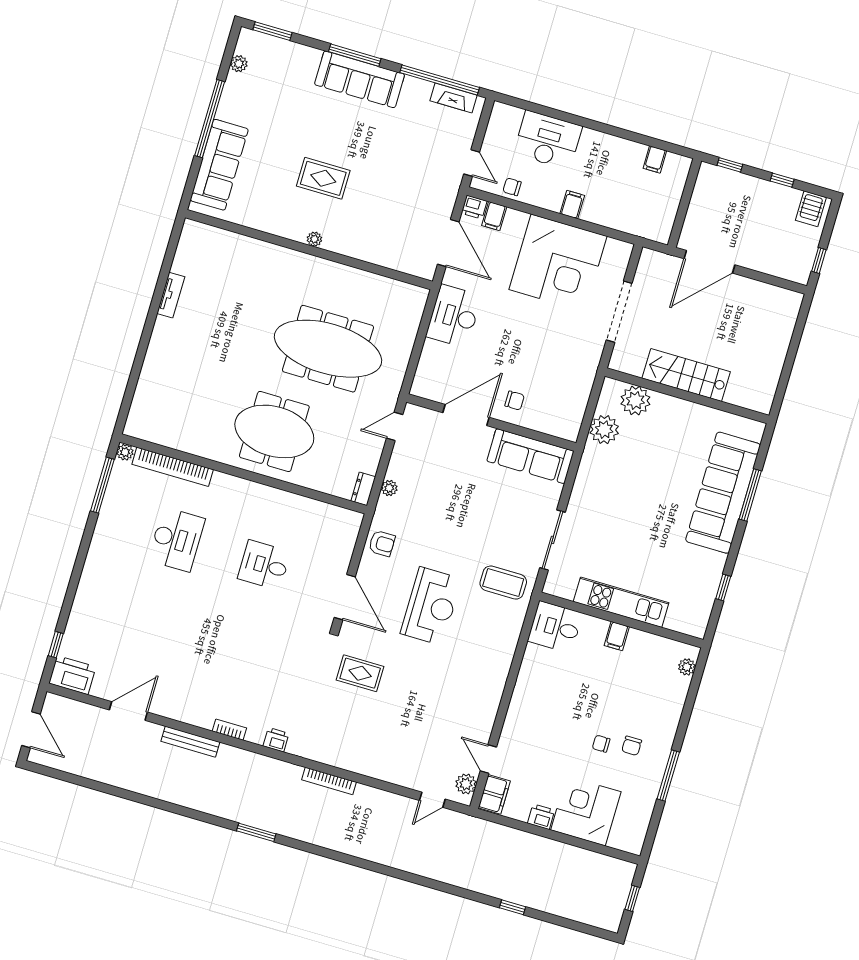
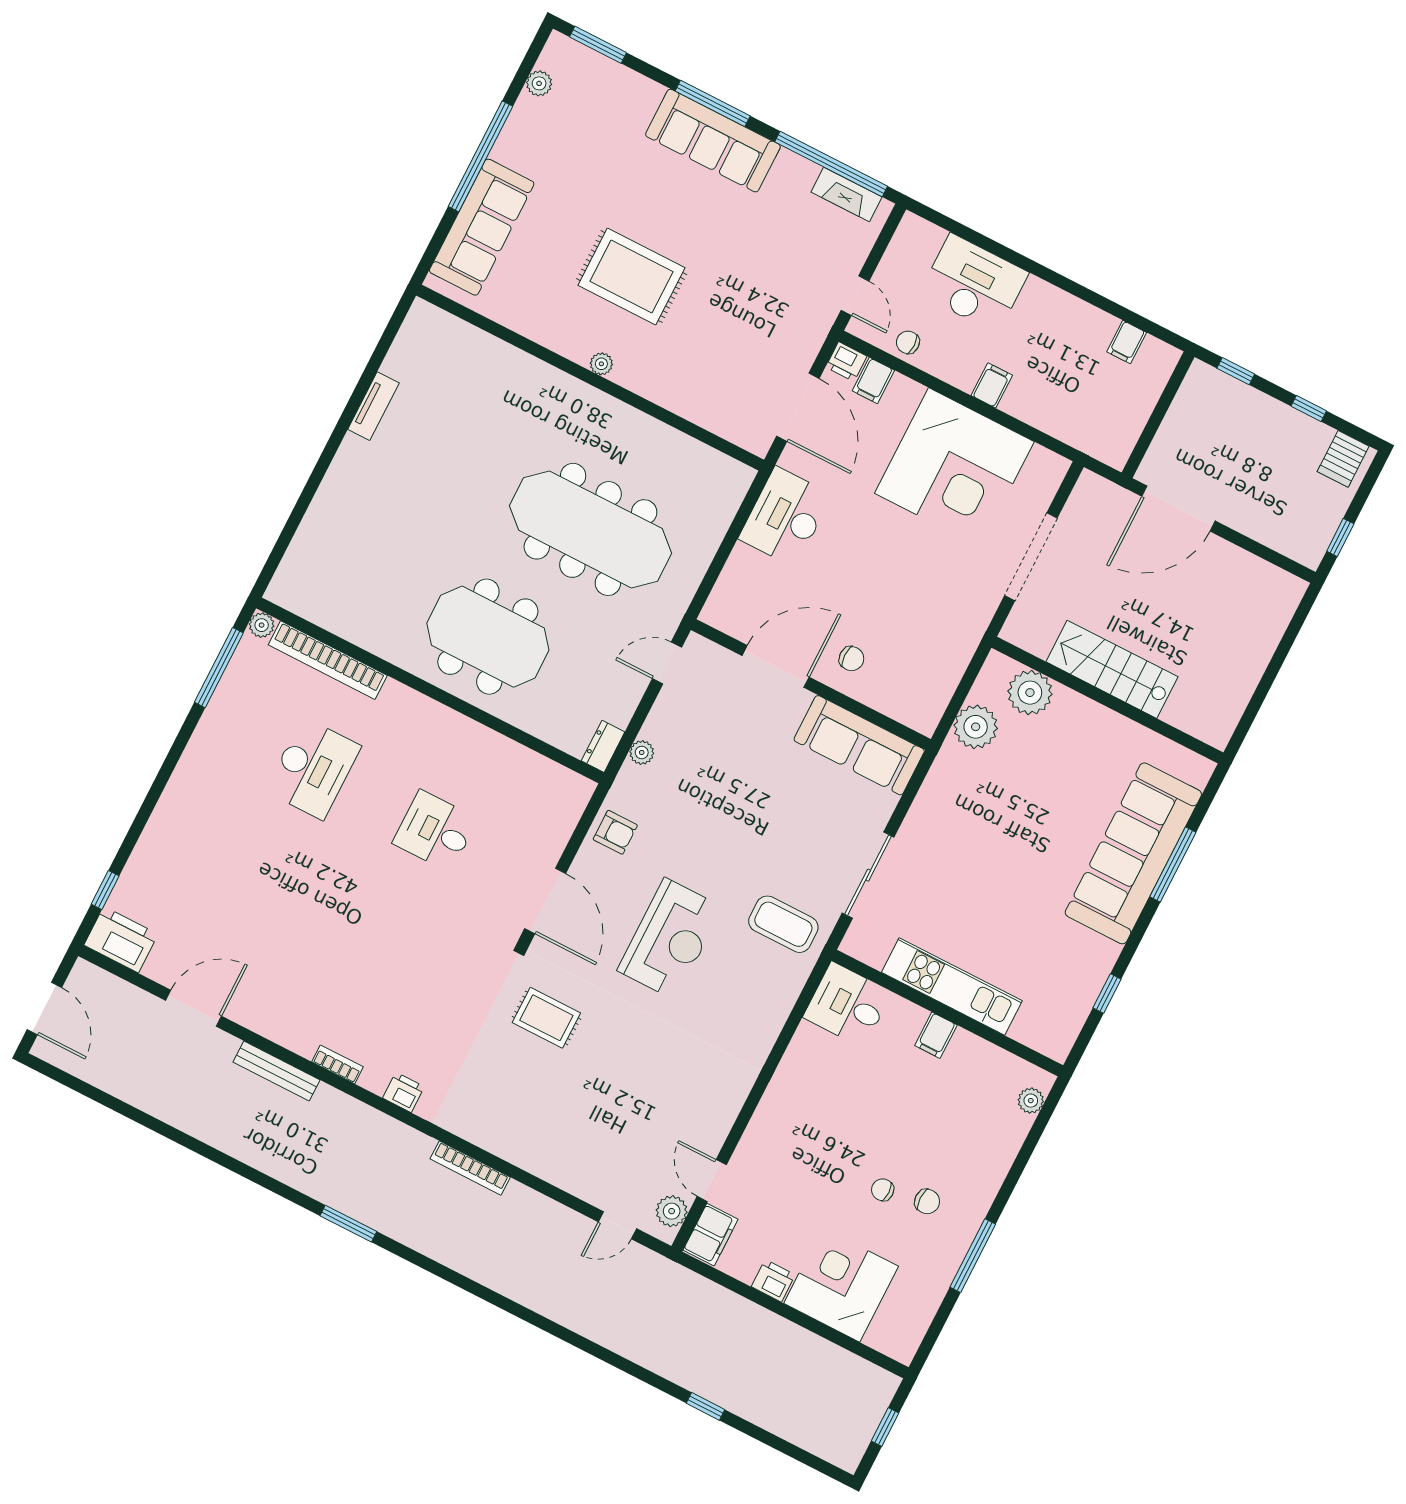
rug: (323, 178) -> (631, 276), width x1.36, depth x1.43
chair: (632, 746) -> (927, 1202), turned -90

